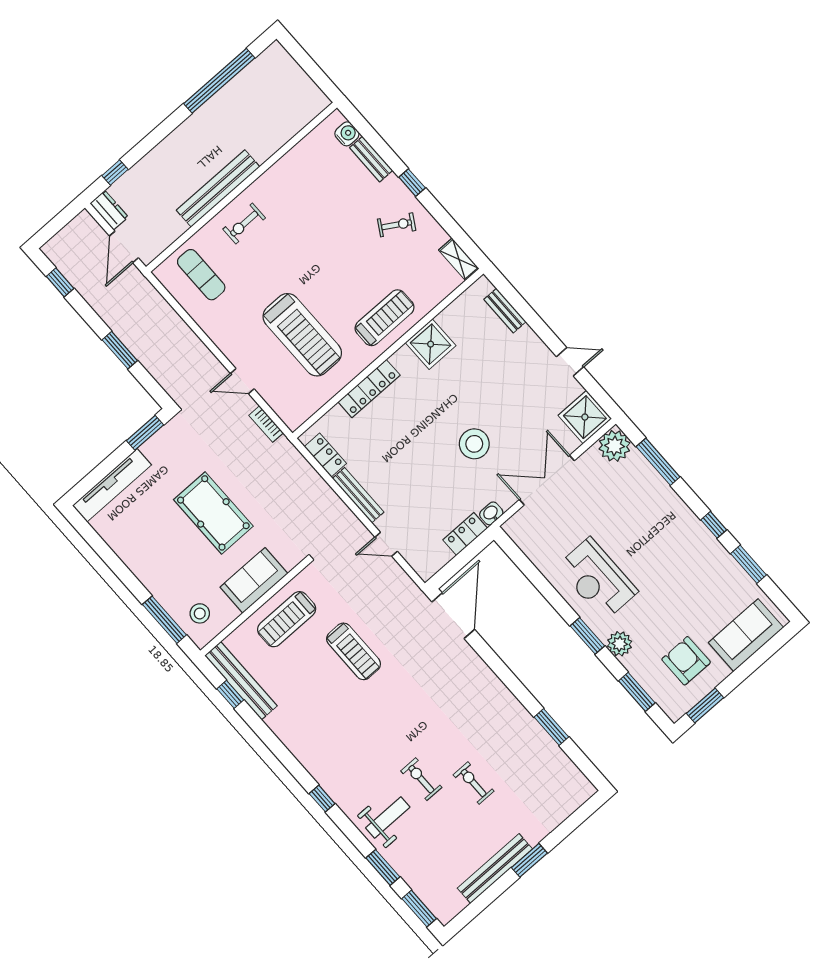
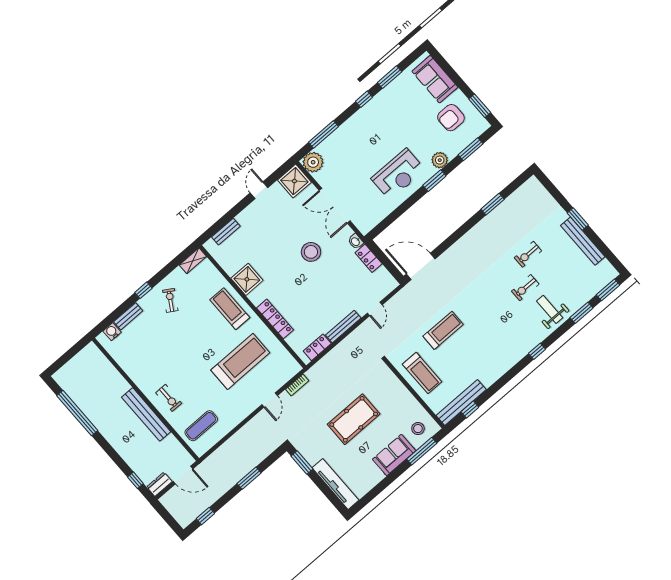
sofa: (254, 580) -> (394, 455), moved, turned 90

